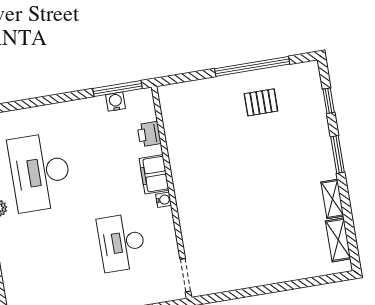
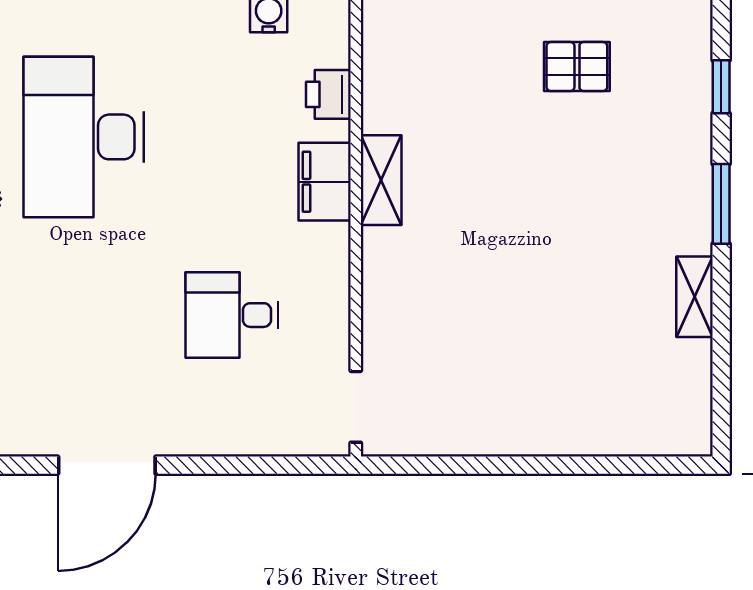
water cooler: (163, 200) -> (336, 239), removed
shelving: (338, 240) -> (381, 180), moved
desk: (122, 243) -> (232, 315), width x0.73

